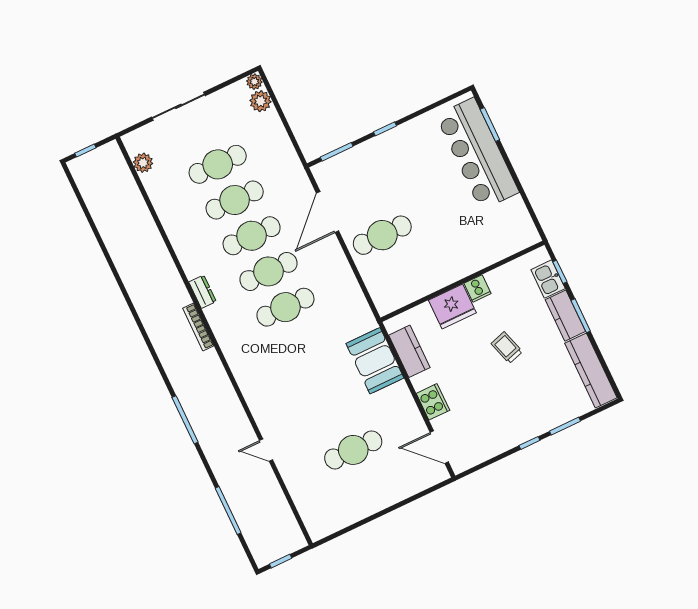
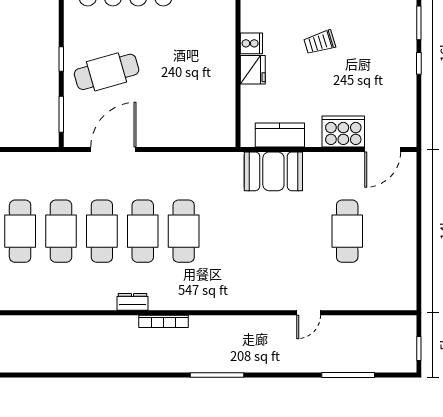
door: (328, 212) -> (113, 150), swing flipped
cafe table: (382, 235) -> (107, 72), moved, turned 74
fridge: (452, 306) -> (253, 70), width x0.73, depth x0.75
cooker: (433, 402) -> (343, 132), width x1.37, depth x1.31
window: (185, 420) -> (217, 375), moved

